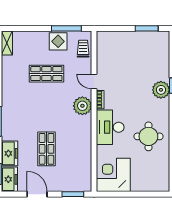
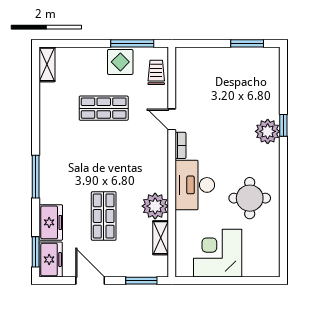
plant: (82, 106) -> (155, 206), moved
shelving: (86, 164) -> (161, 238), added
corner desk: (113, 175) -> (218, 253), moved

